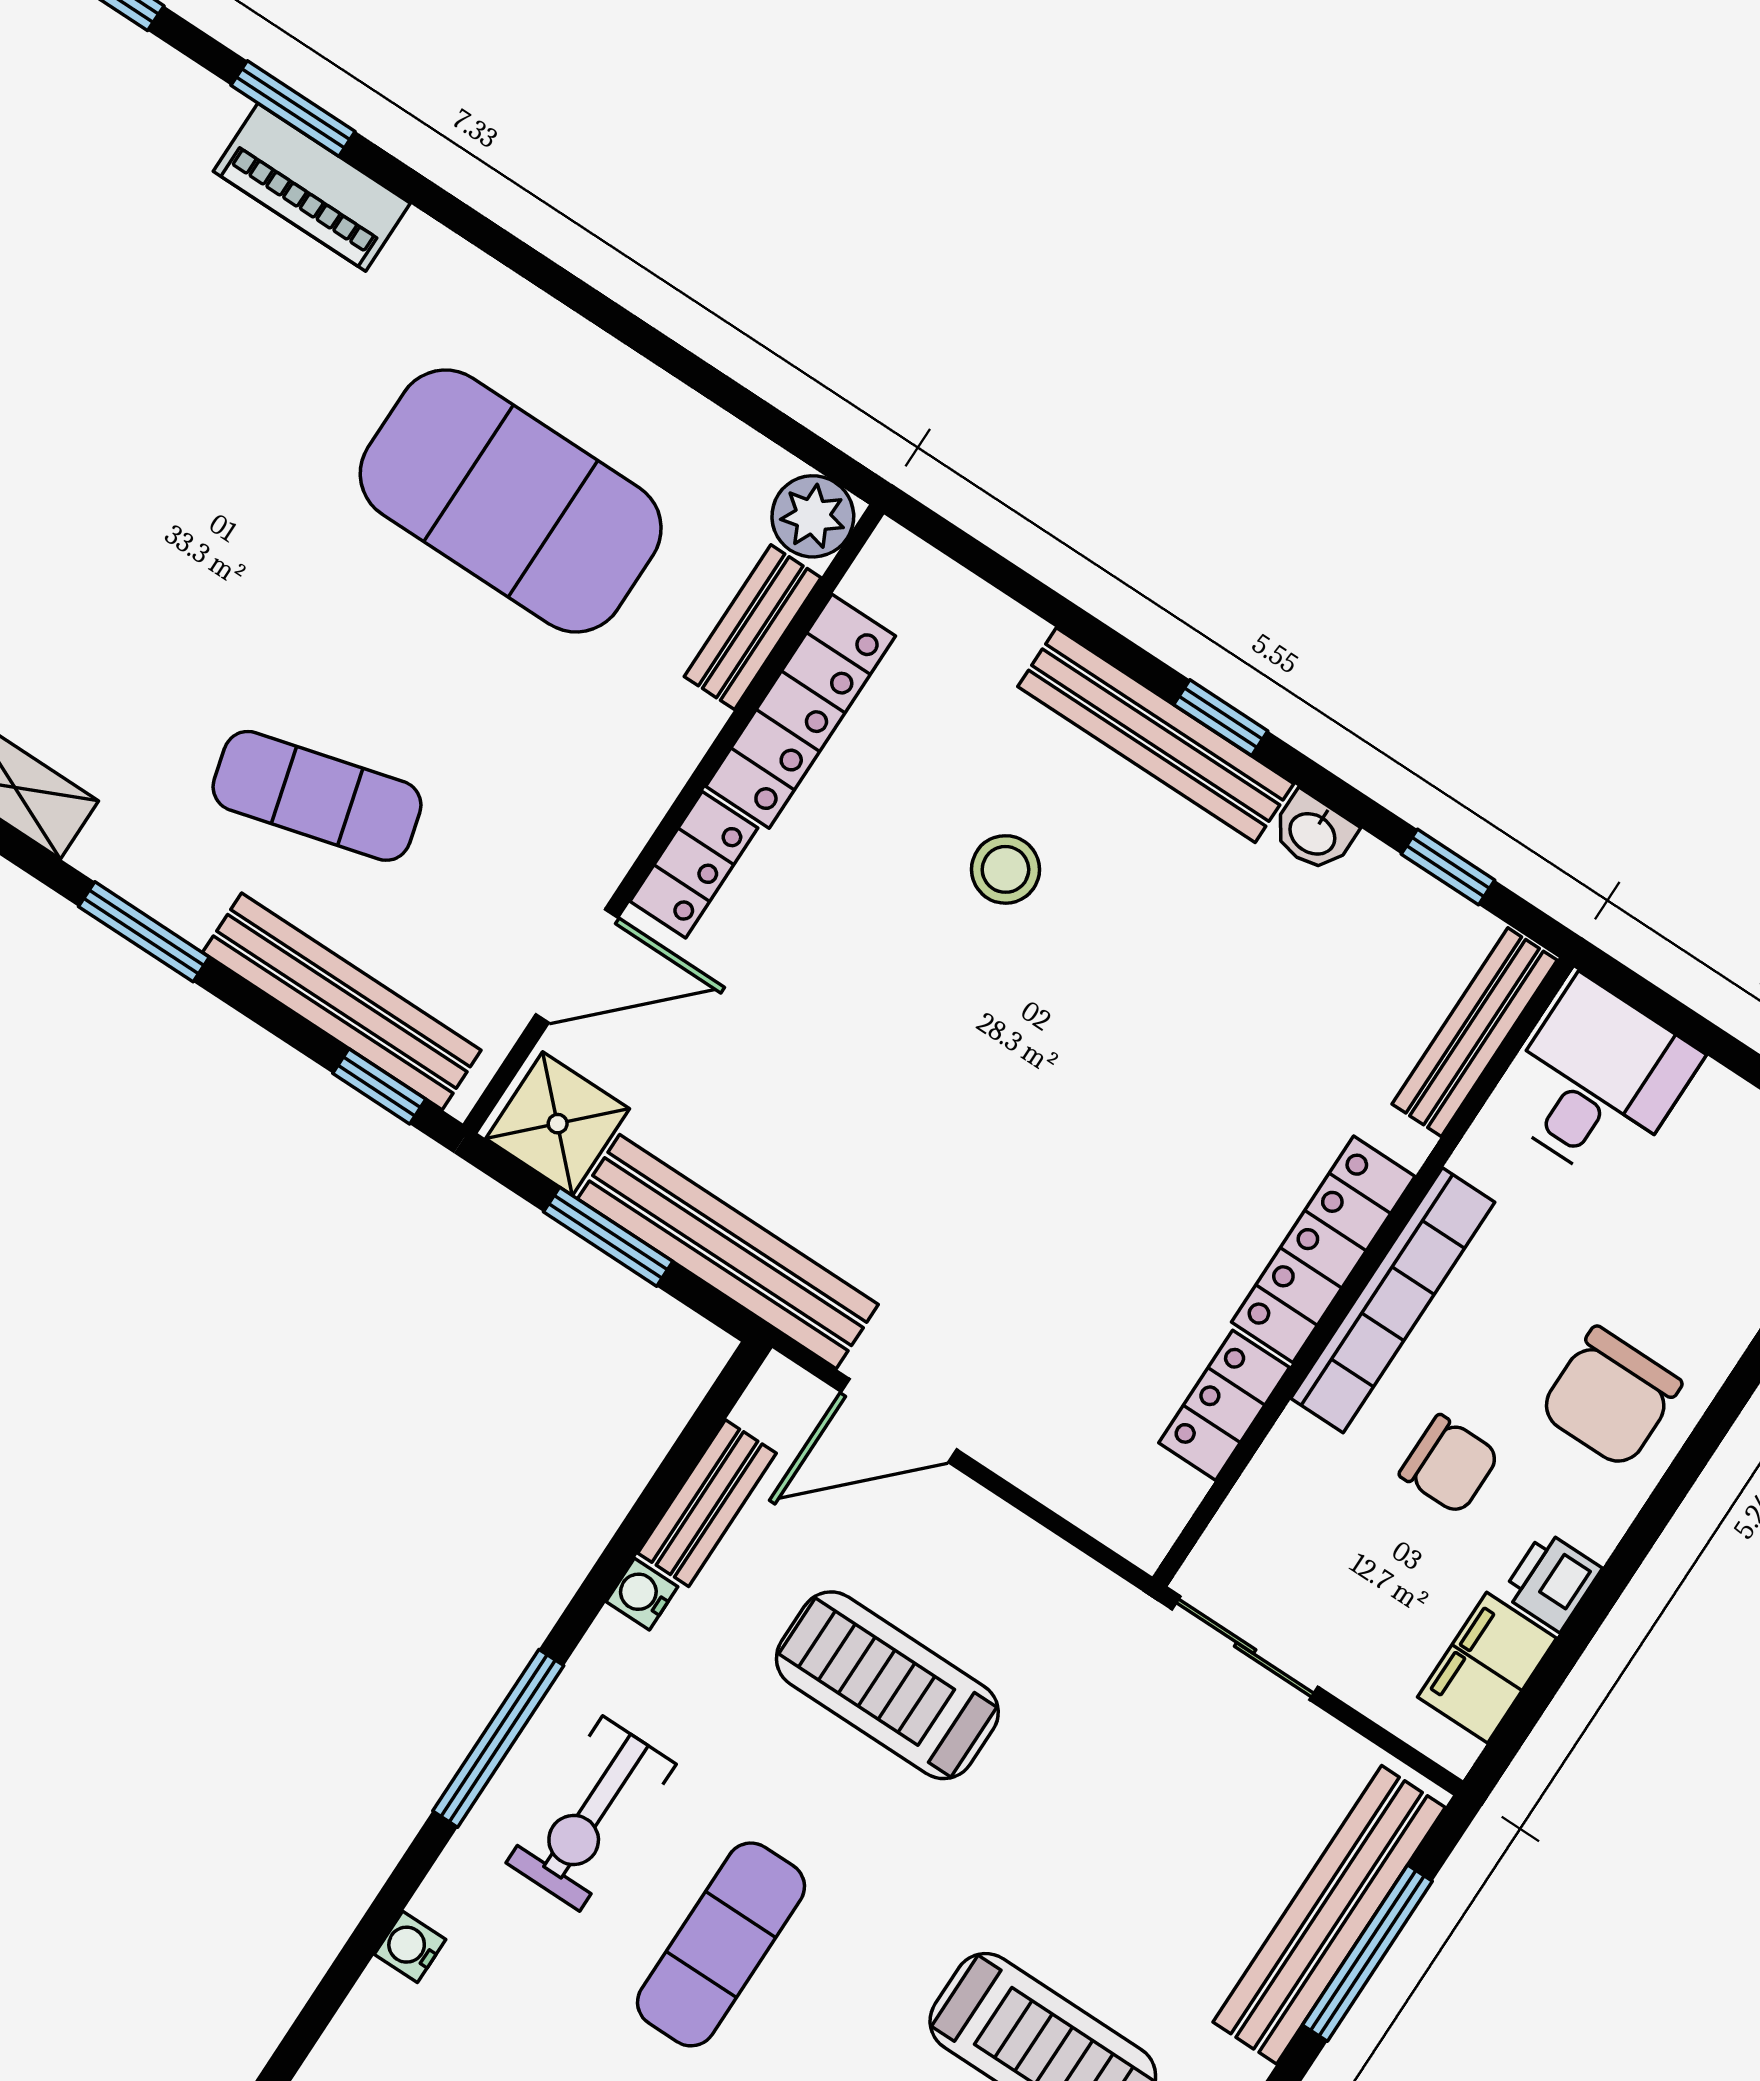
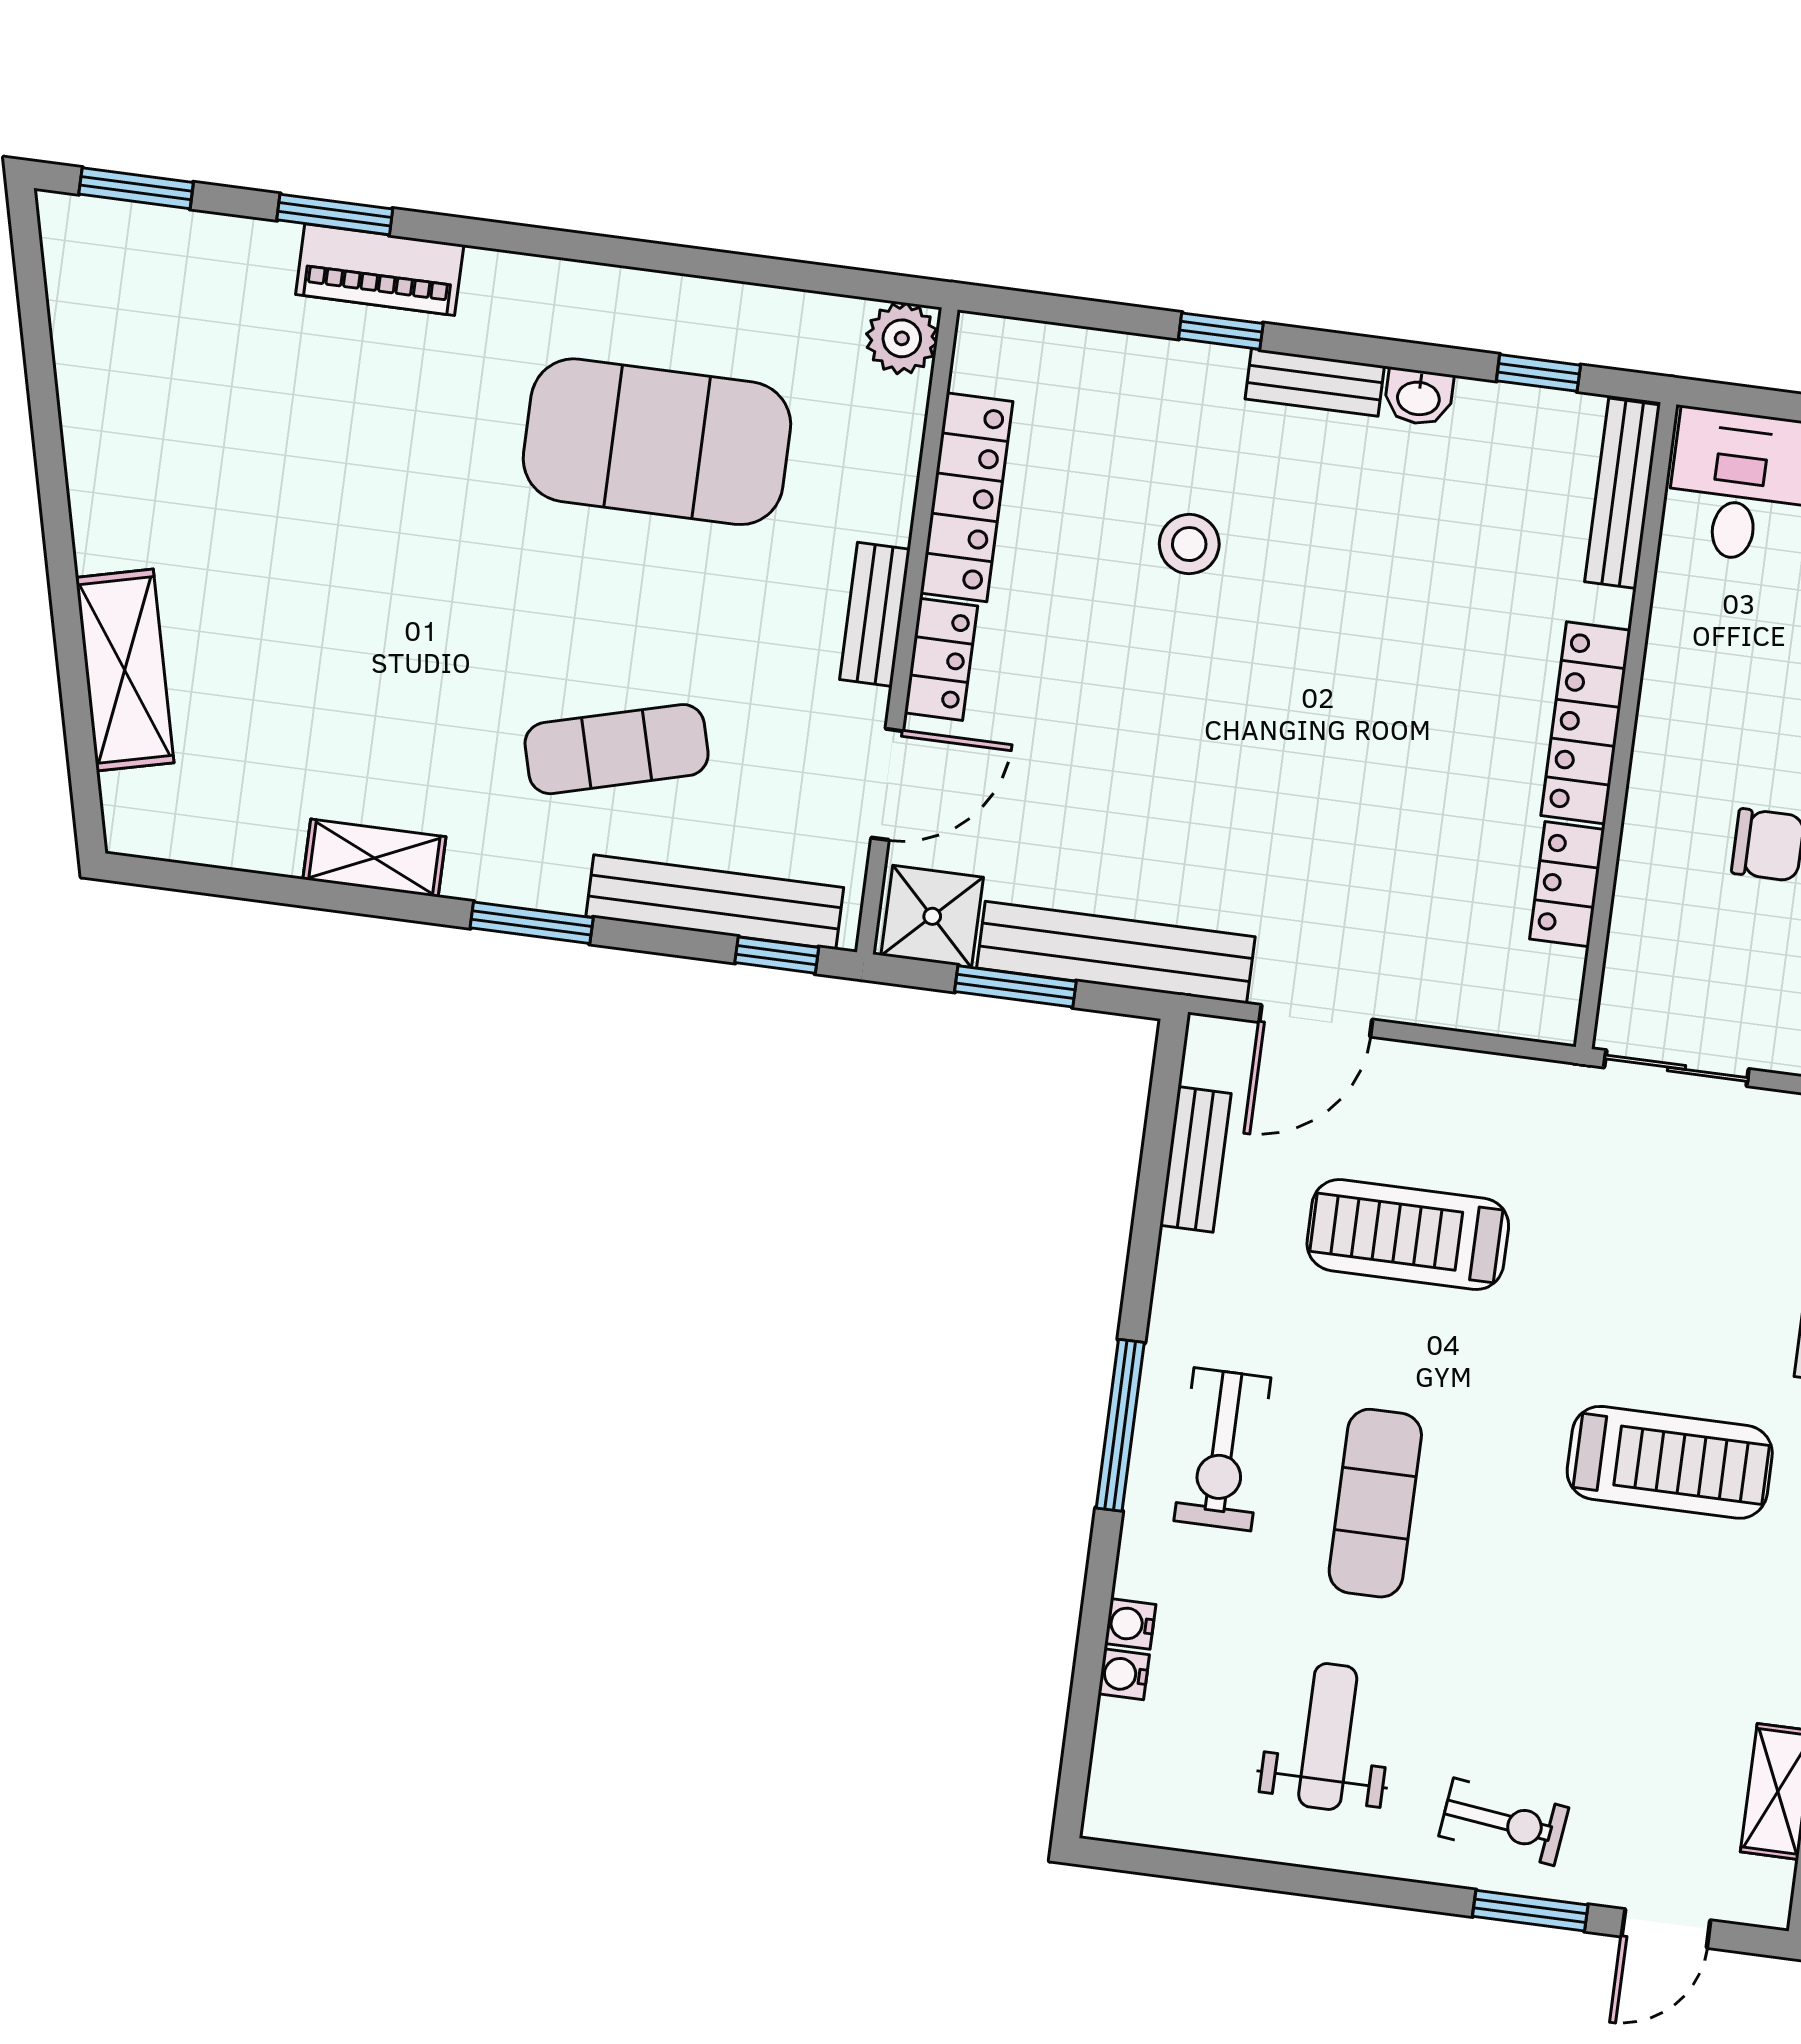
bench: (753, 627) -> (875, 614), moved
window: (1221, 718) -> (1221, 331), moved
bench: (1156, 735) -> (1315, 382), width x0.54, depth x0.82
bookcase: (1393, 1300) -> (1660, 737), removed
water cooler: (642, 1594) -> (1124, 1674), moved

